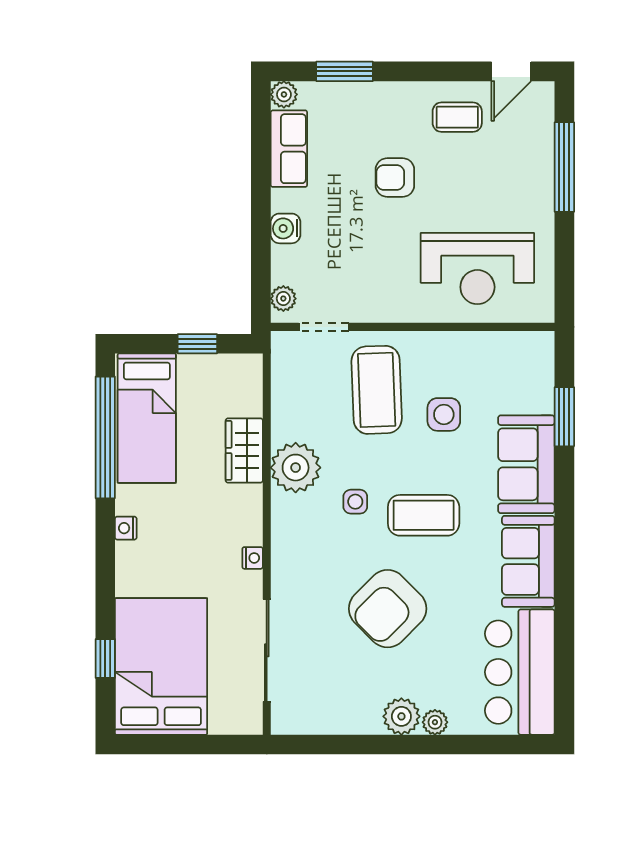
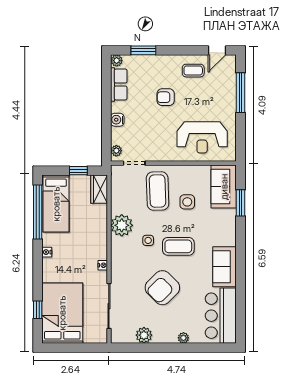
wardrobe: (244, 450) -> (99, 189), moved
sofa: (526, 464) -> (224, 187), moved
plant: (401, 716) -> (144, 335), moved

